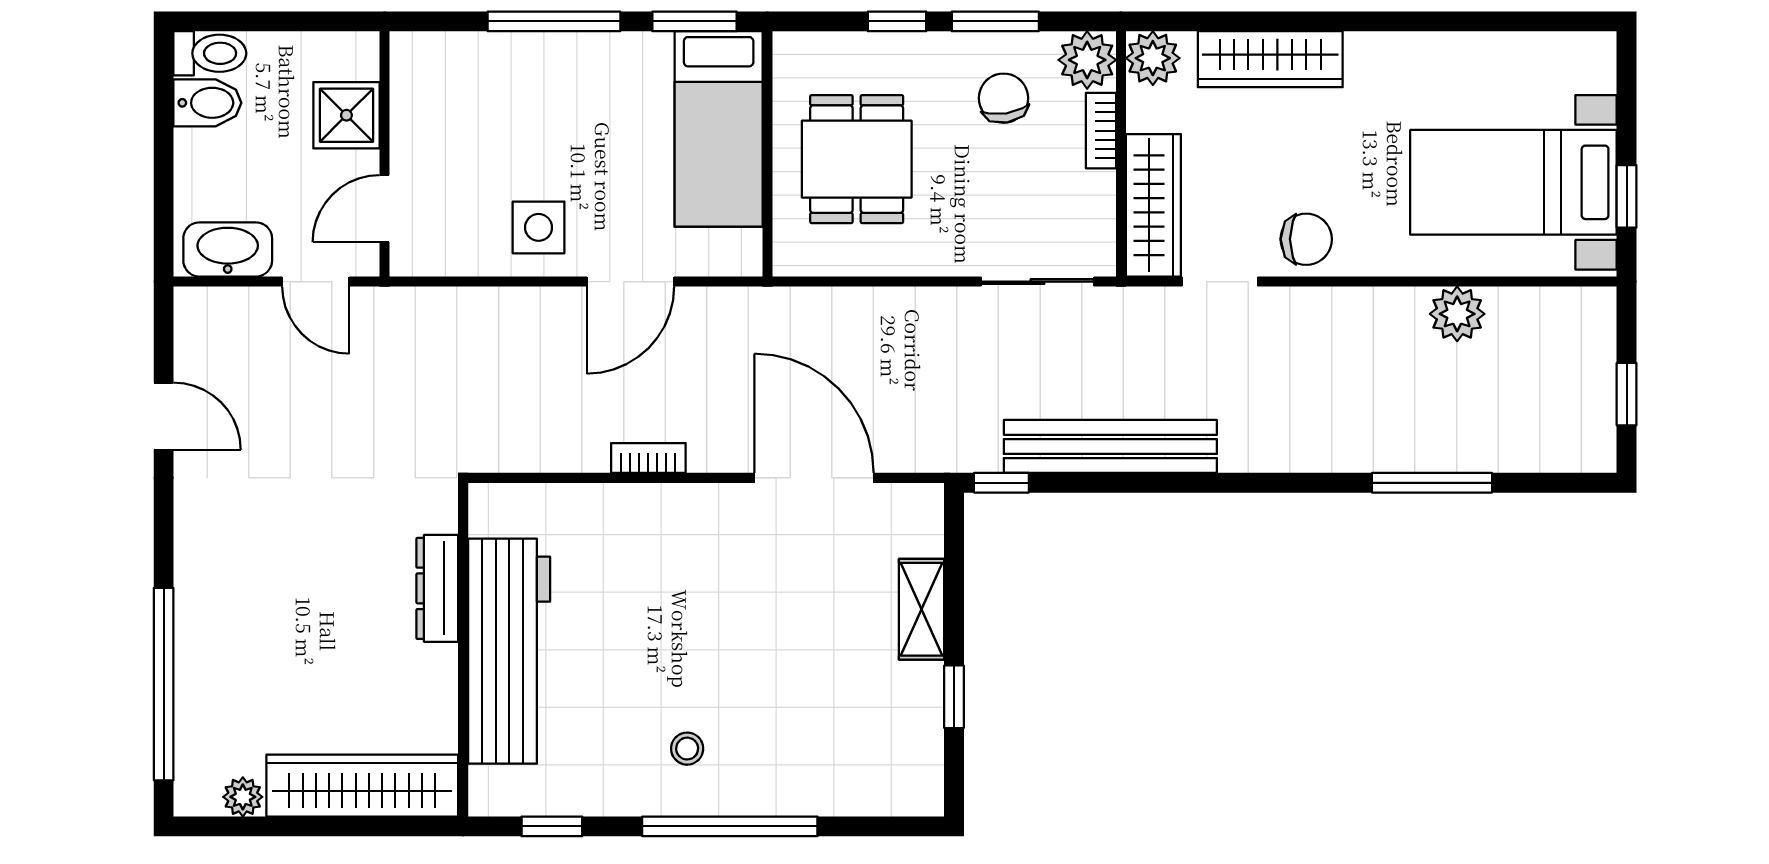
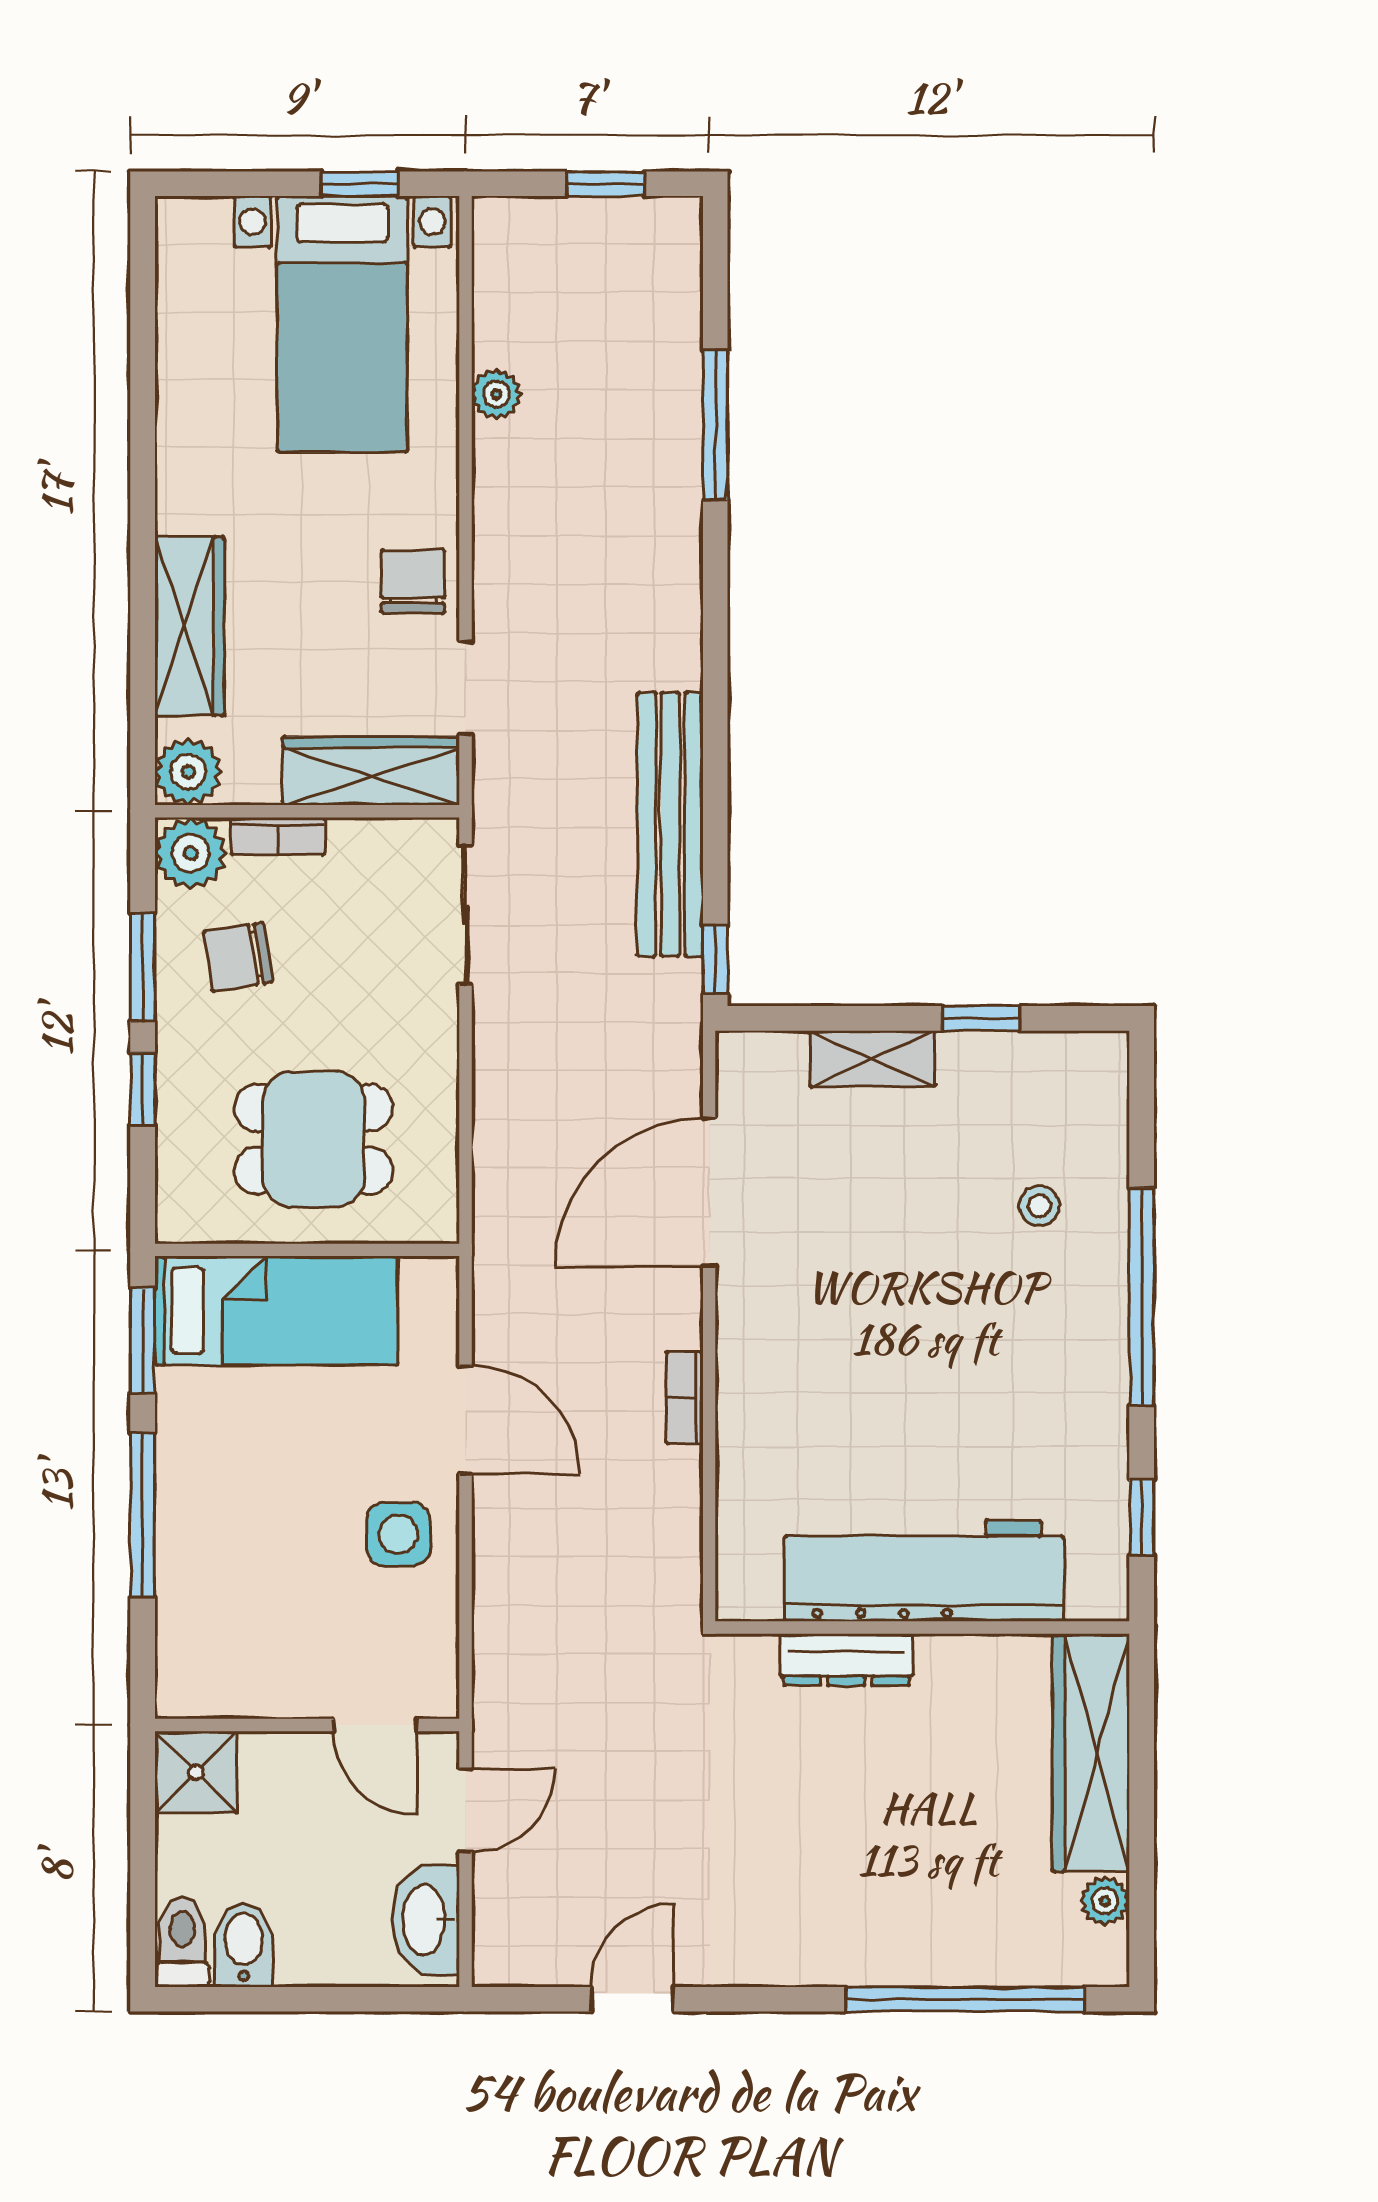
shower: (346, 115) -> (196, 1772), moved
plant: (1457, 314) -> (496, 394), width x0.73, depth x0.73
stool: (687, 749) -> (1039, 1206), moved

